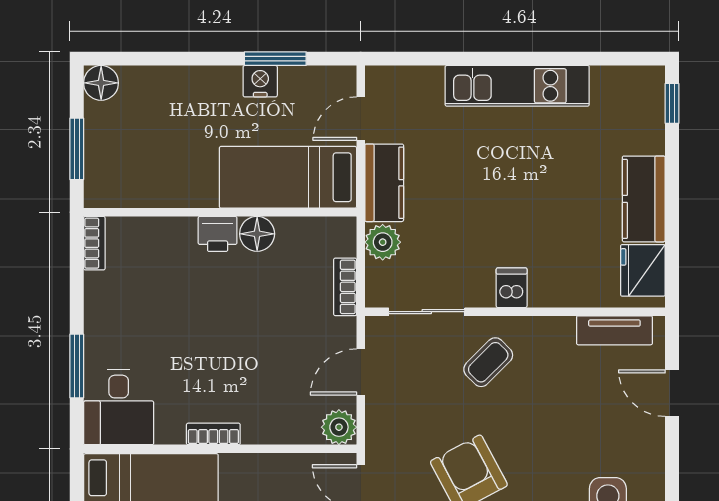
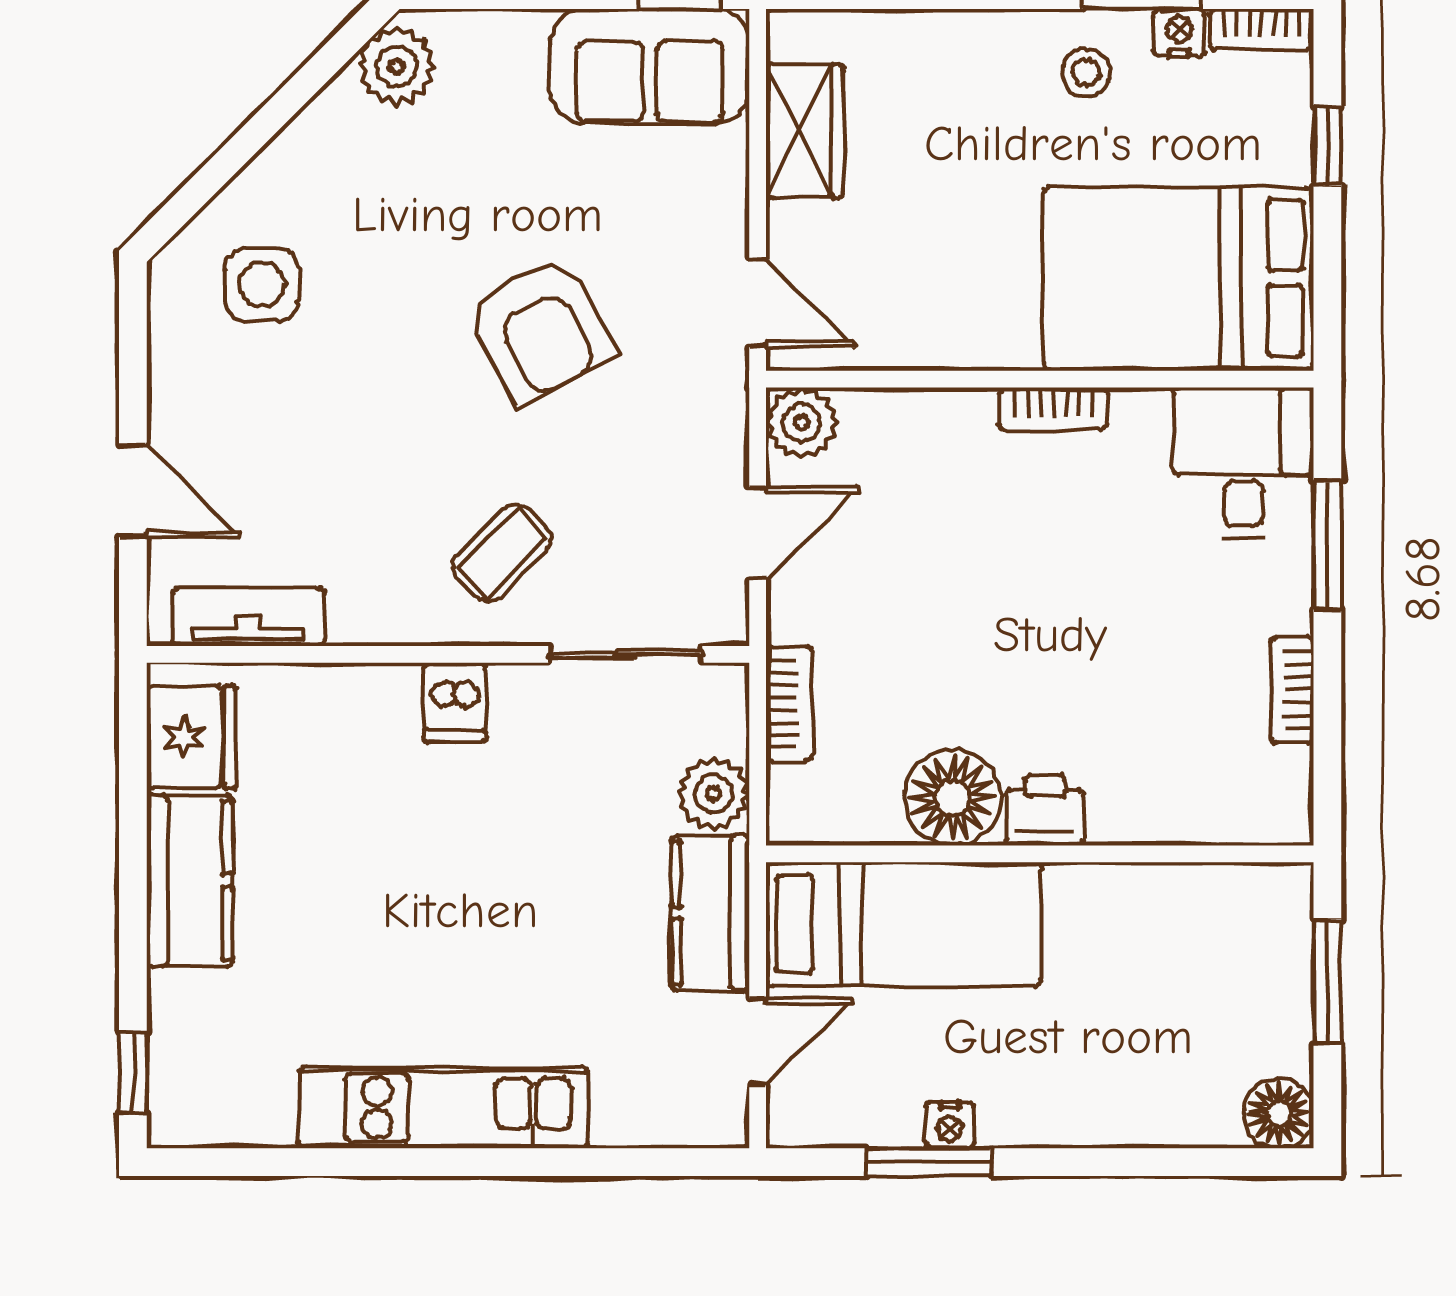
nightstand: (260, 81) -> (950, 1125), width x0.72, depth x0.74
floor lamp: (257, 234) -> (952, 797), width x1.38, depth x1.38
bookcase: (94, 243) -> (1292, 690), moved

